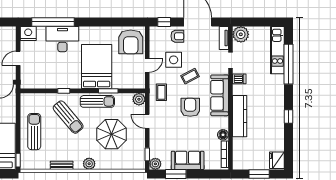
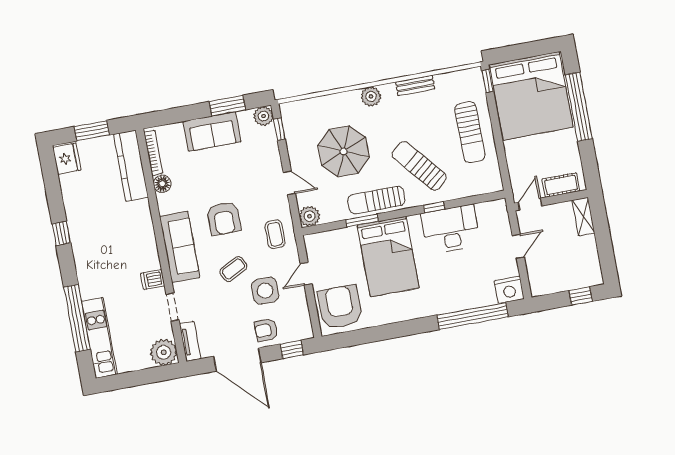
desk: (62, 39) -> (451, 229), moved, turned 180
kitchen counter: (240, 116) -> (131, 166), moved

